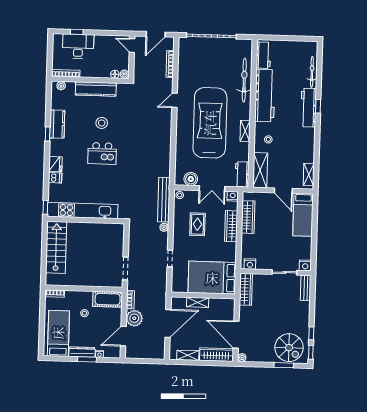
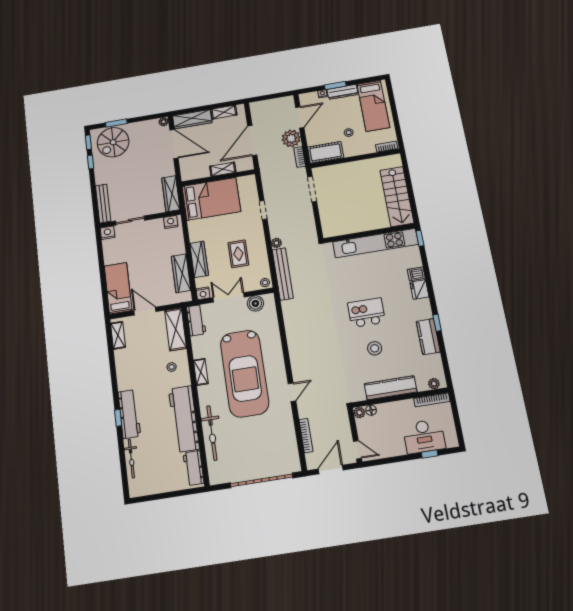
bench: (306, 288) -> (103, 203), width x1.36
spiral stairs: (289, 348) -> (113, 142), turned -90

